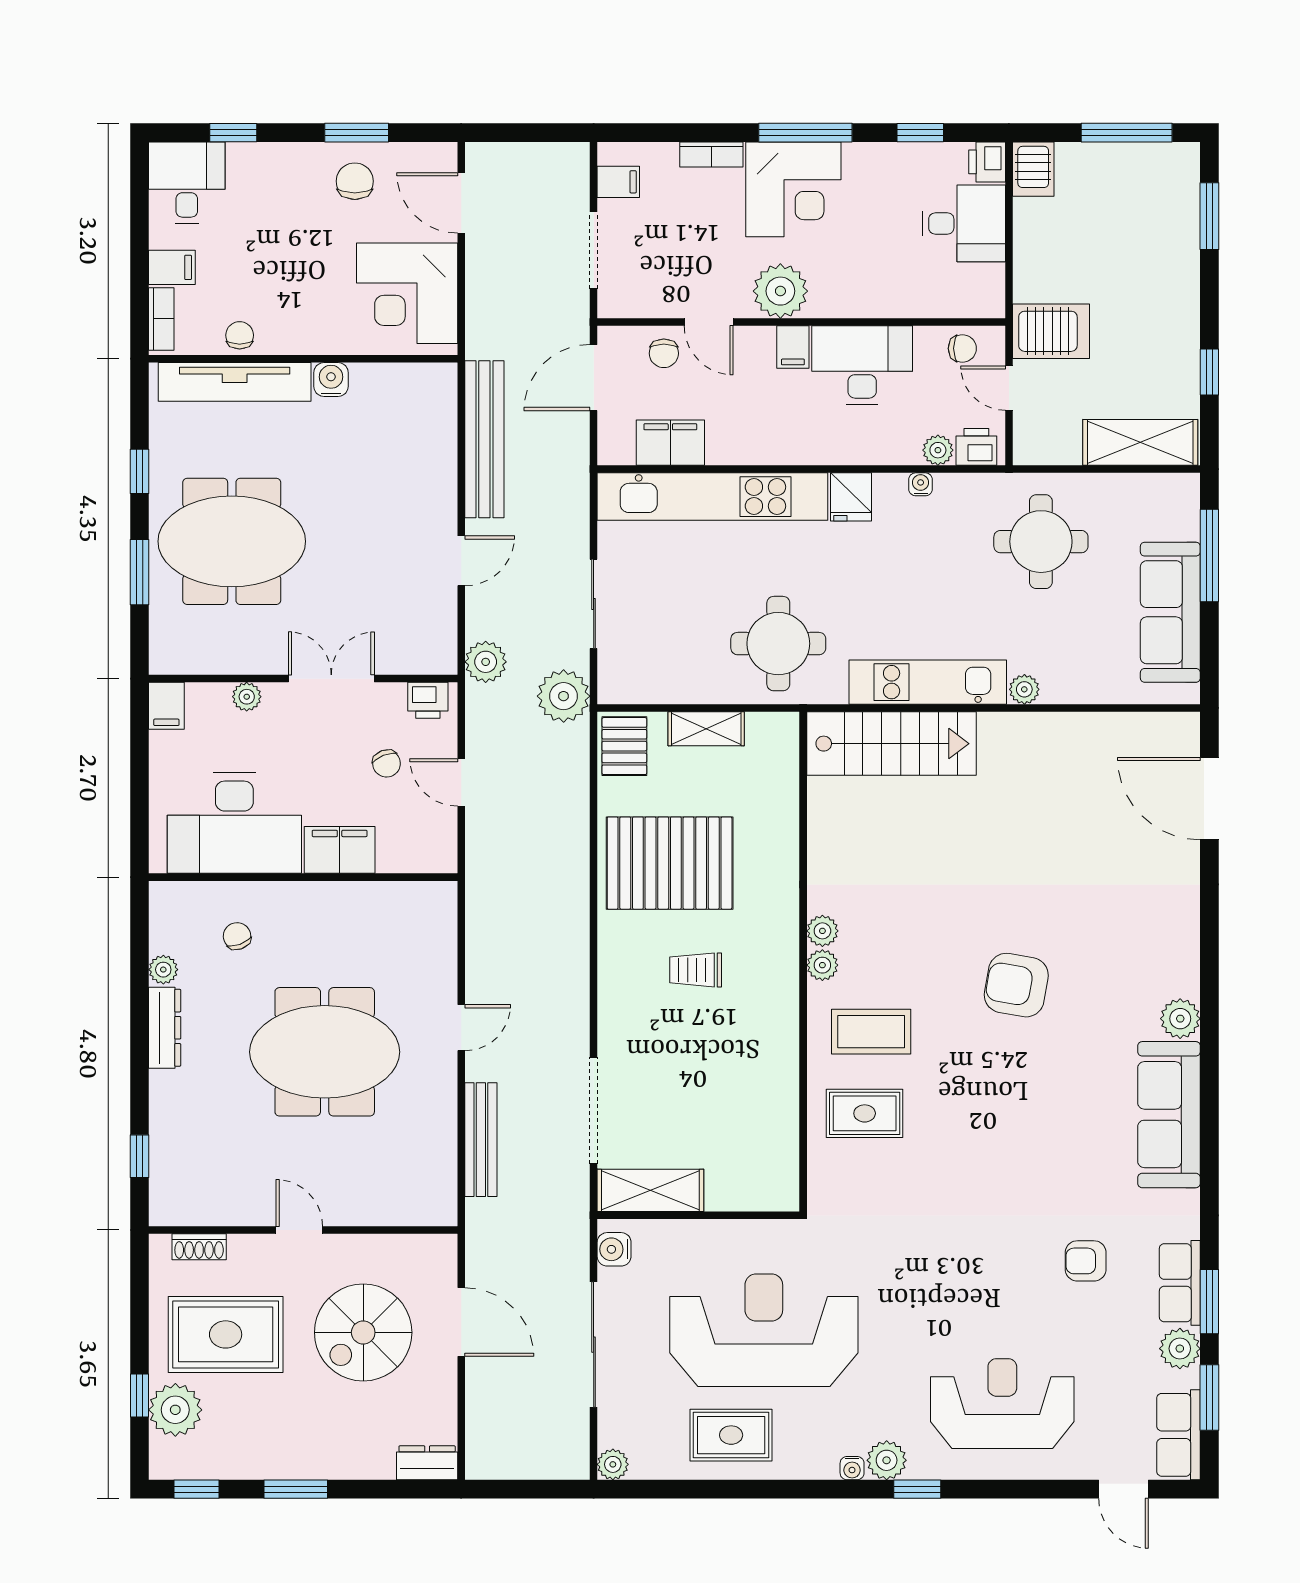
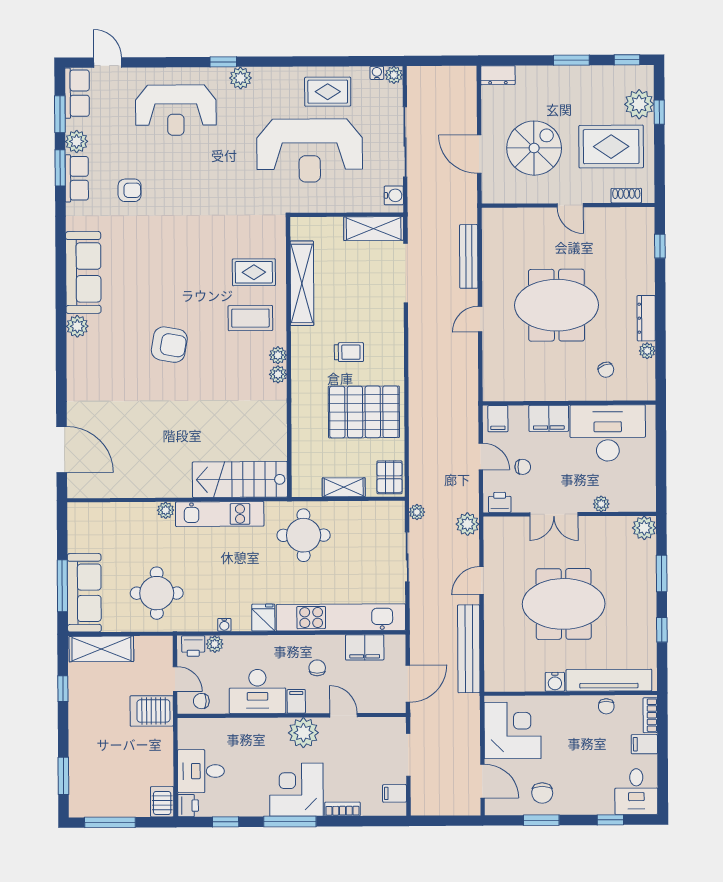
chair: (664, 353) -> (317, 668), moved
meeting table: (232, 541) -> (564, 604), moved
sofa: (1170, 612) -> (84, 593), moved
plant: (170, 653) -> (644, 528), added
plant: (564, 696) -> (417, 512), width x0.53, depth x0.53
filing cabinet: (166, 706) -> (498, 419), moved, turned 180
chair: (387, 763) -> (523, 467), turned 111
shelving: (779, 1093) -> (302, 283), added
water cooler: (852, 1468) -> (377, 73), moved

